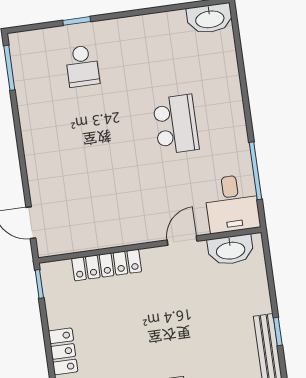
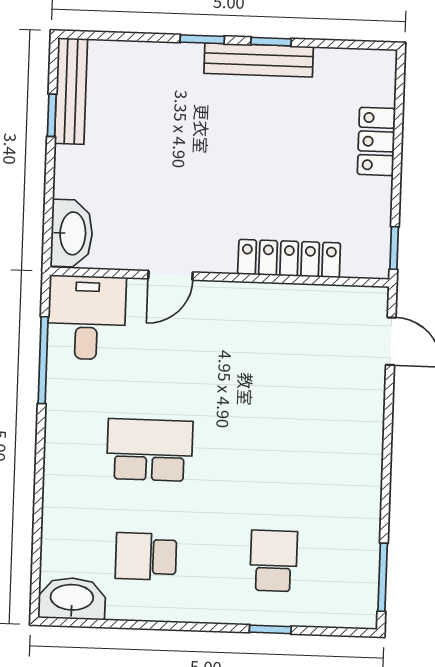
school desk: (166, 54) -> (146, 556), added
school desk: (176, 124) -> (150, 450), turned 90
washbasin: (231, 250) -> (72, 233), moved, turned 90

